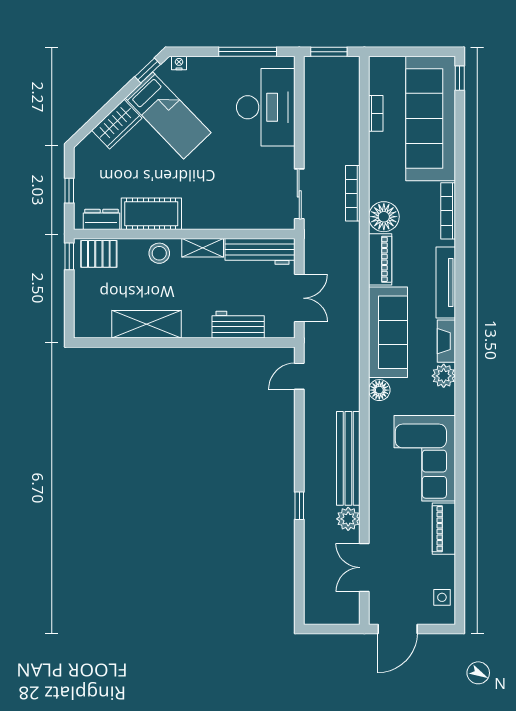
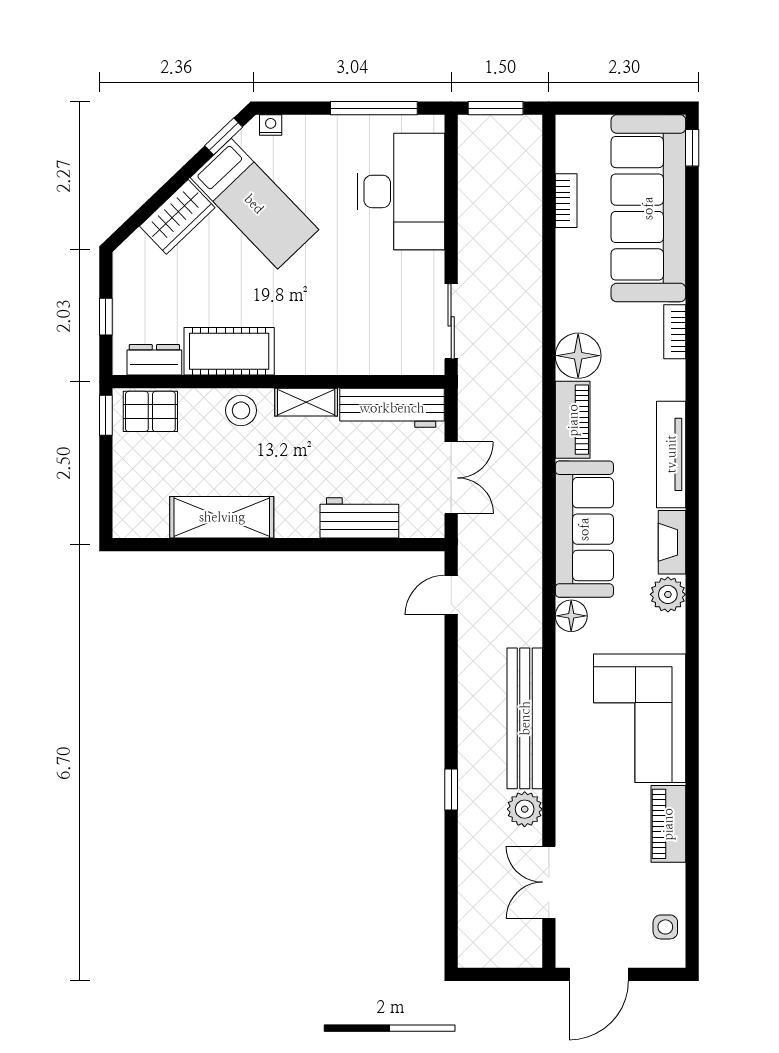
bookcase: (353, 193) -> (532, 321), removed
bookcase: (448, 211) -> (675, 332), width x0.64

